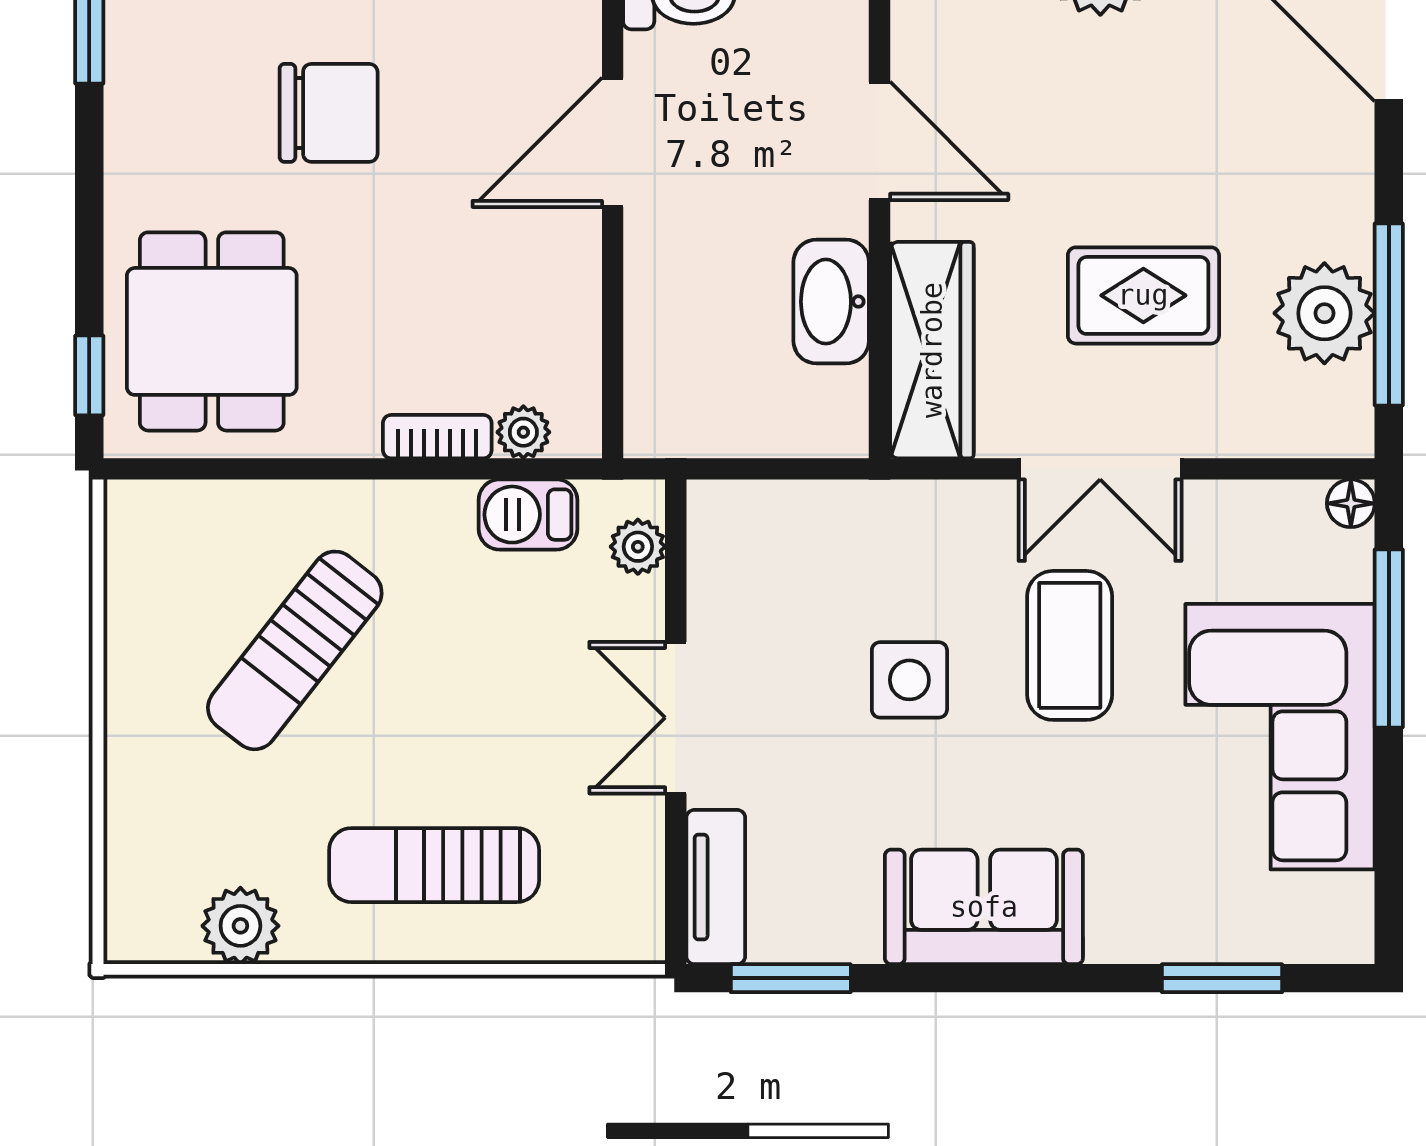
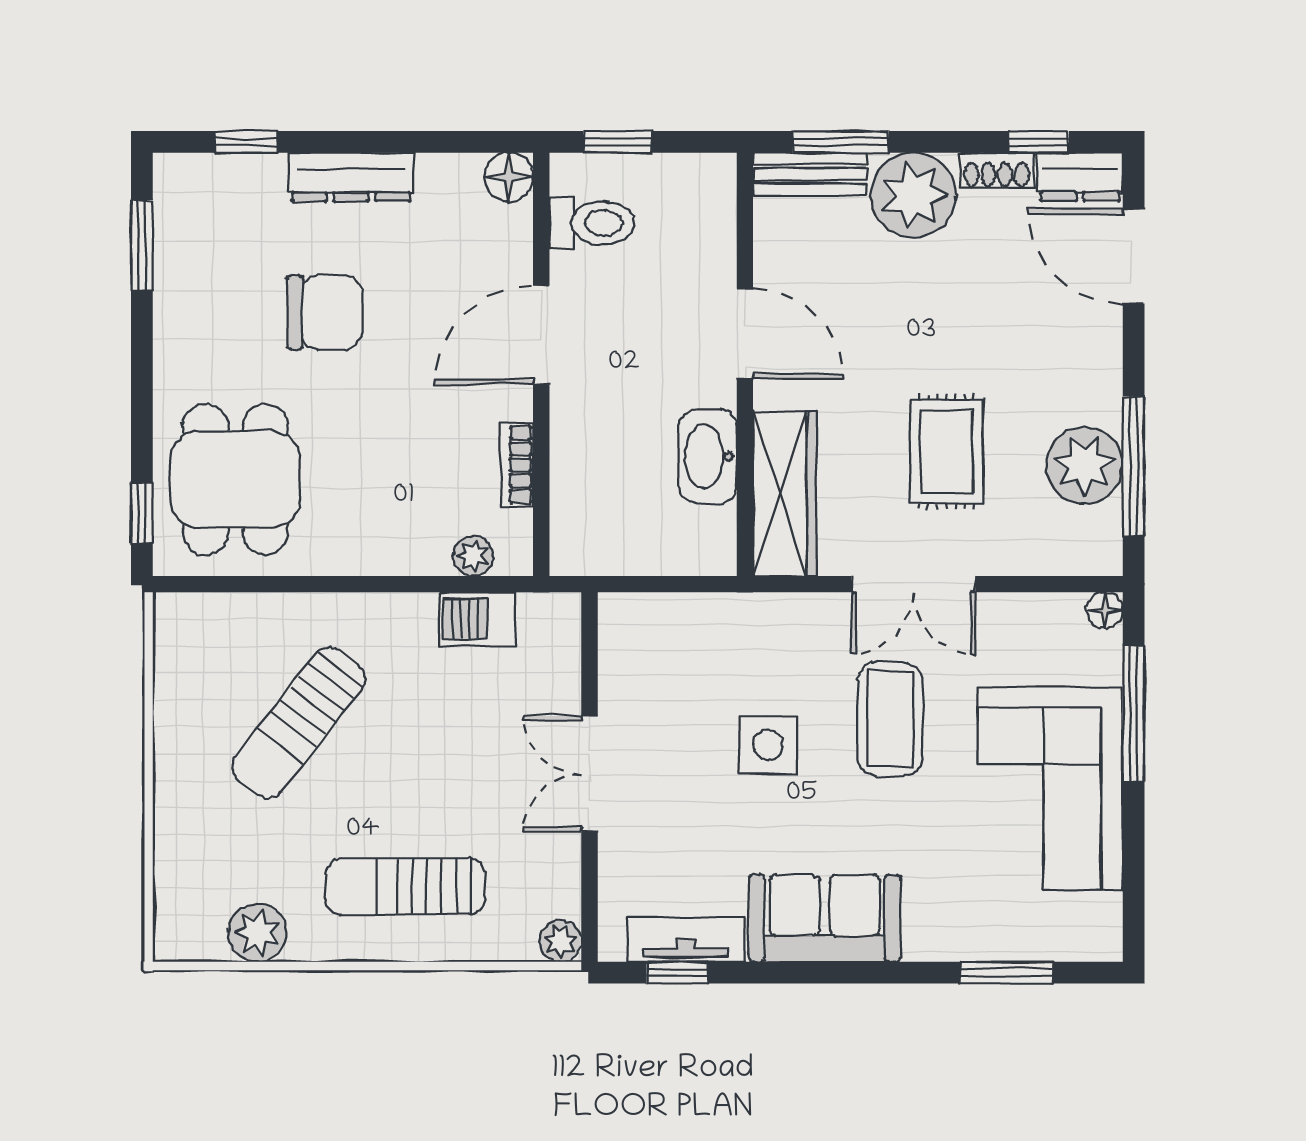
rug: (1143, 295) -> (946, 452), turned 90
bookcase: (437, 437) -> (517, 465), moved, turned -90
plant: (638, 547) -> (561, 941), moved
tv unit: (716, 887) -> (686, 940), moved, turned -90
window: (791, 978) -> (677, 973), width x0.67

